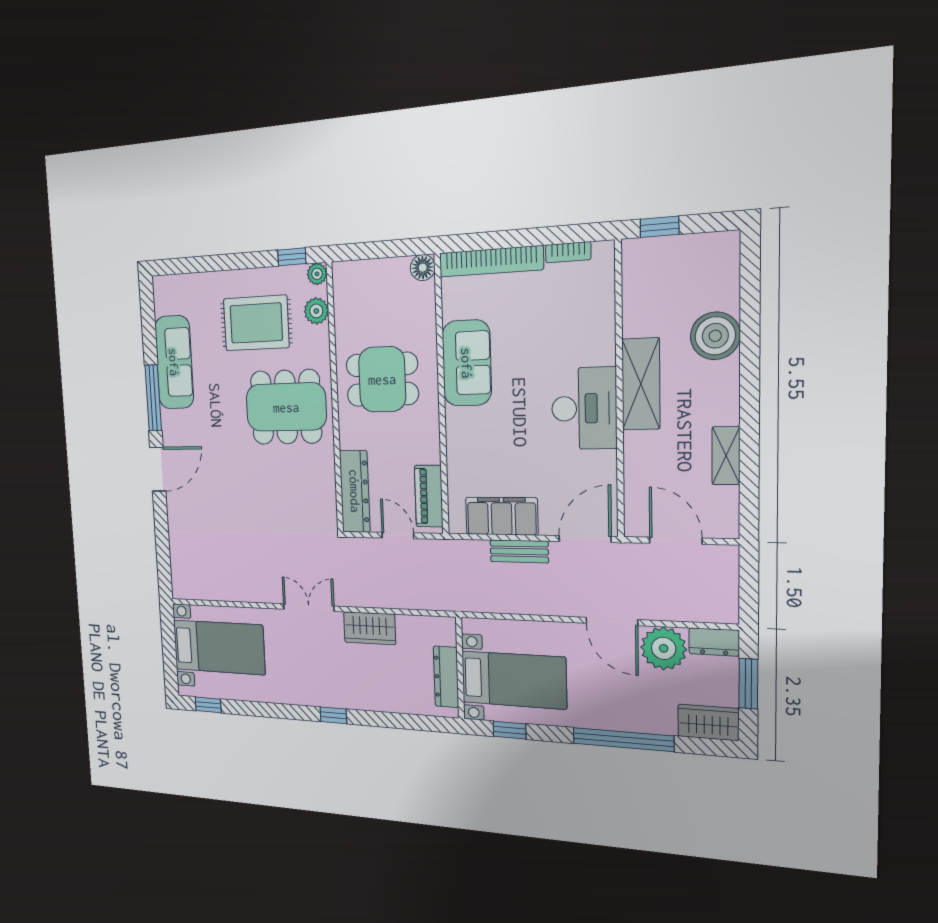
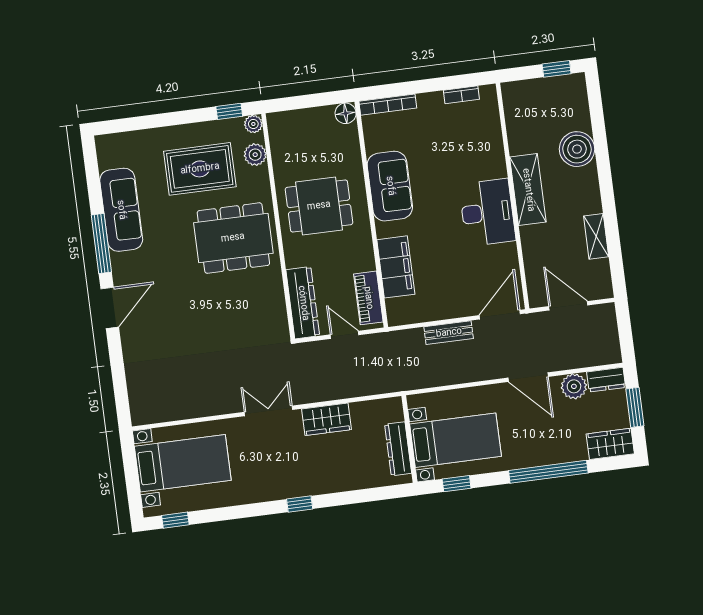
window: (660, 227) -> (557, 69), moved
bookcase: (491, 261) -> (388, 105), width x0.68, depth x0.76
filing cabinet: (502, 516) -> (396, 267), moved, turned 90
plant: (664, 648) -> (574, 386), width x0.73, depth x0.73

